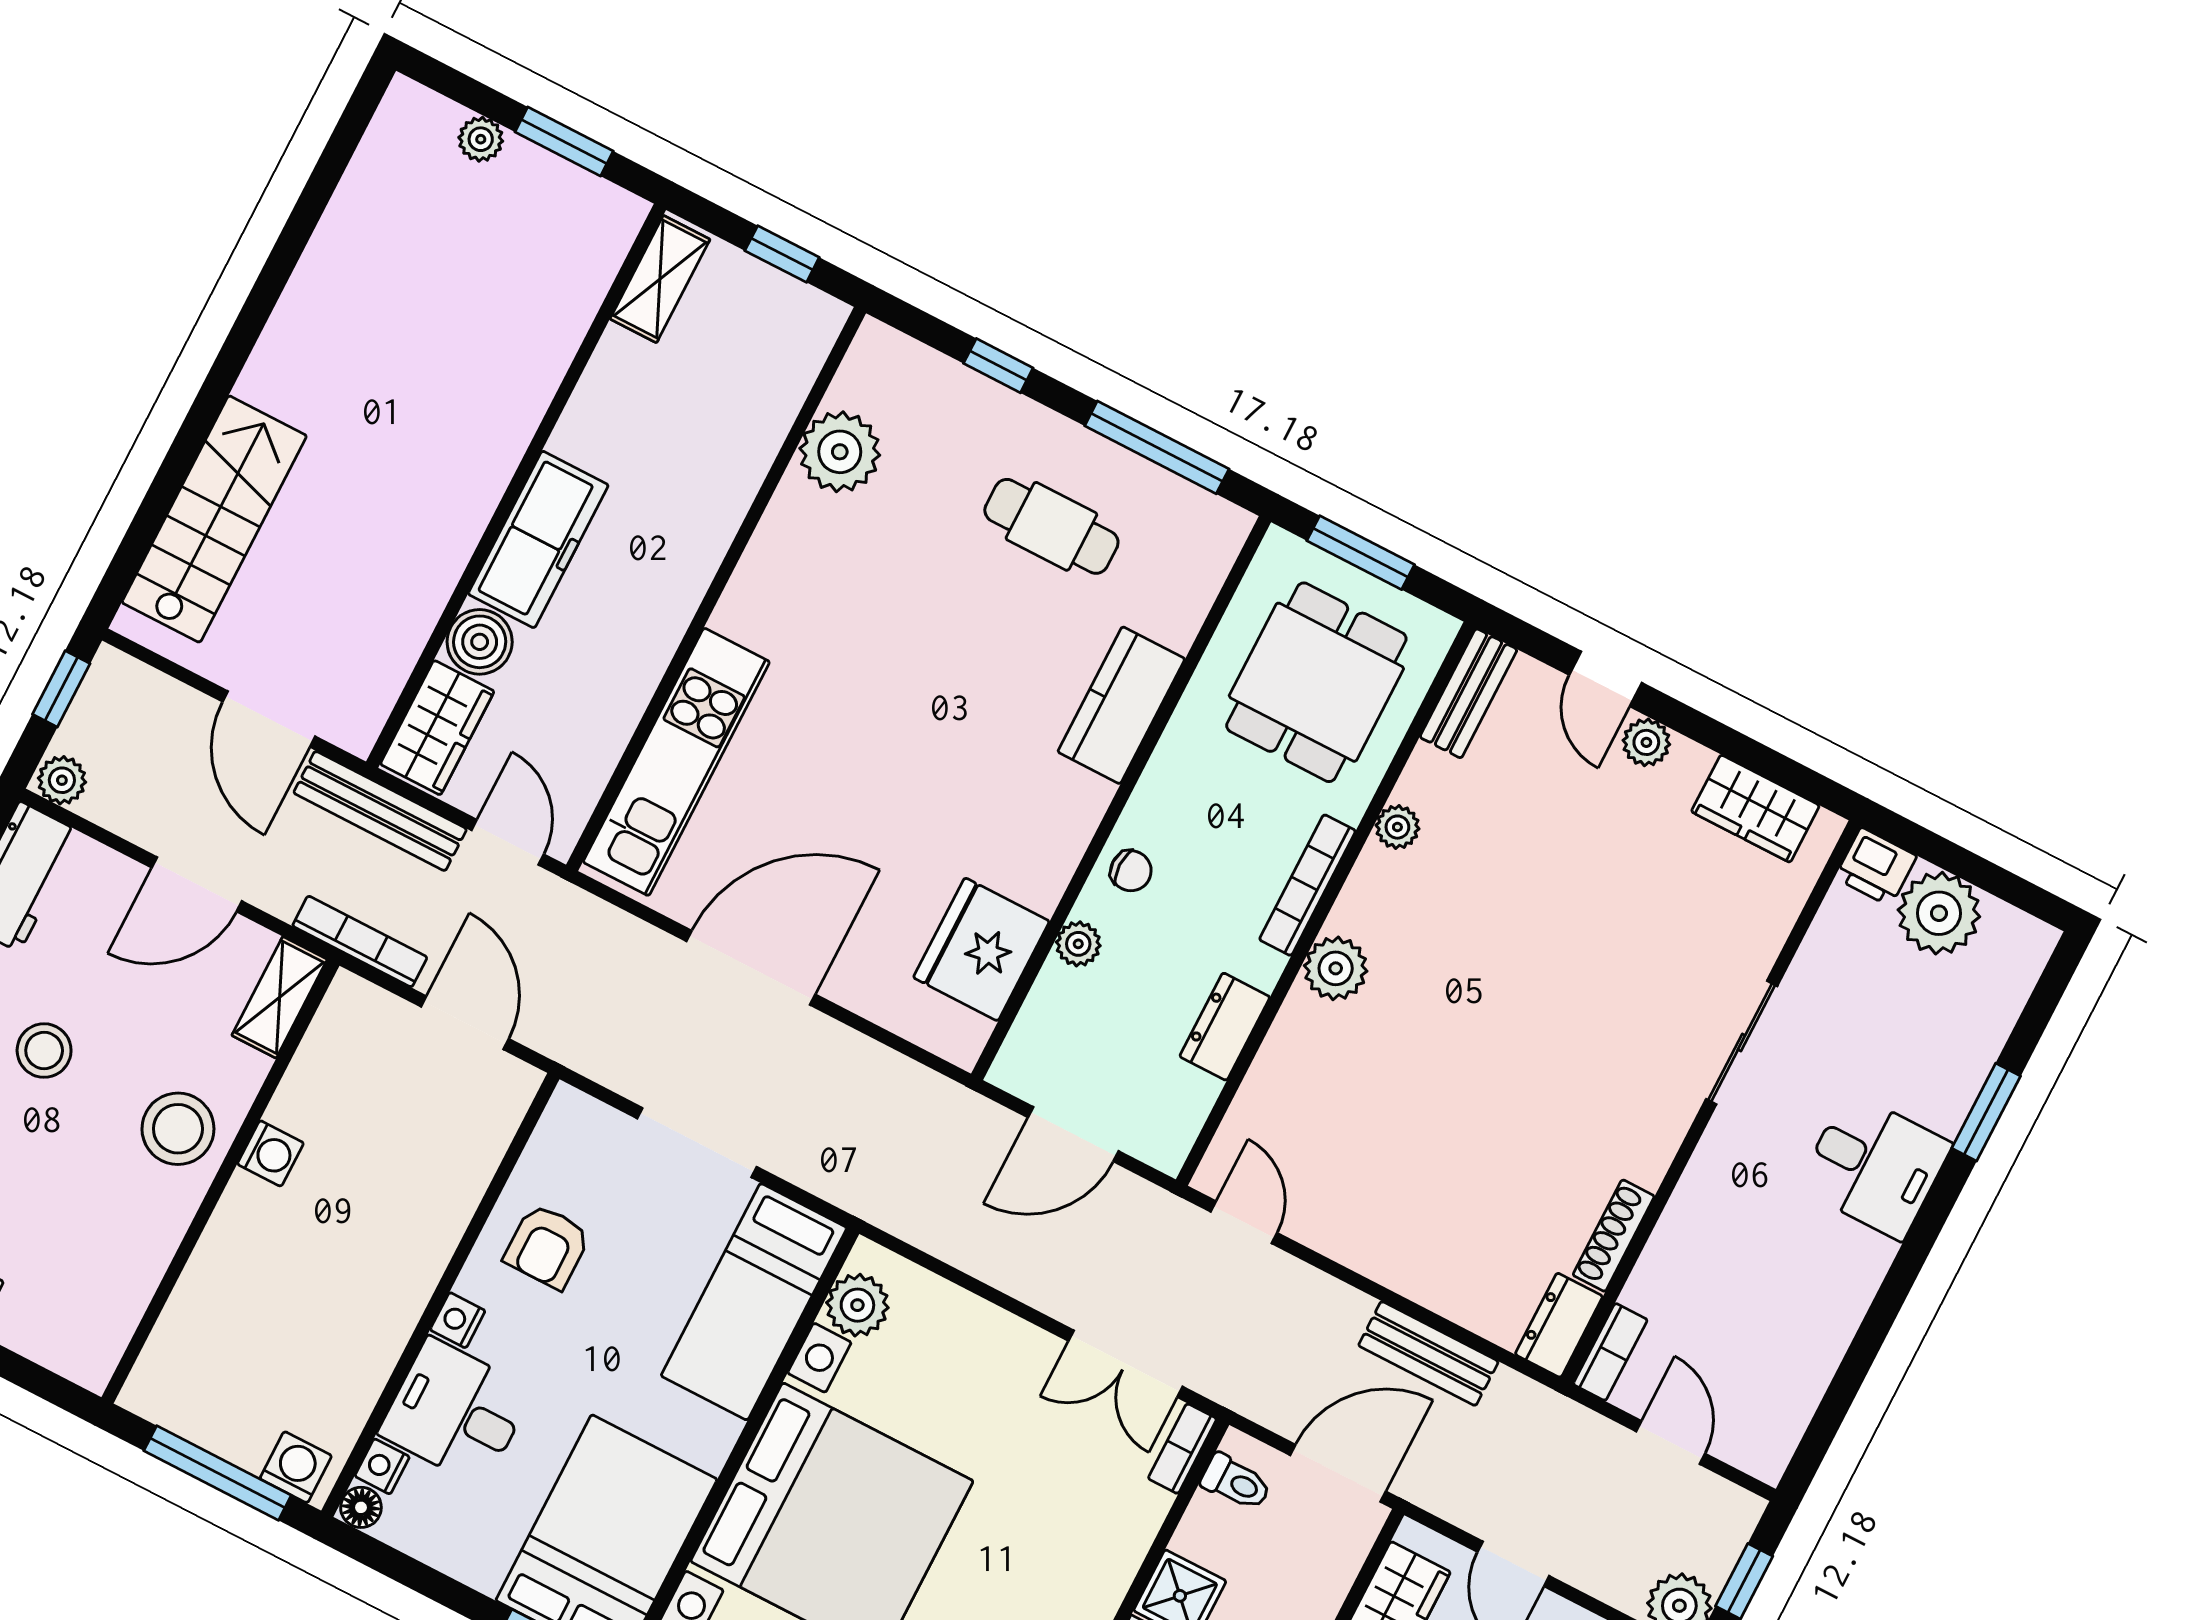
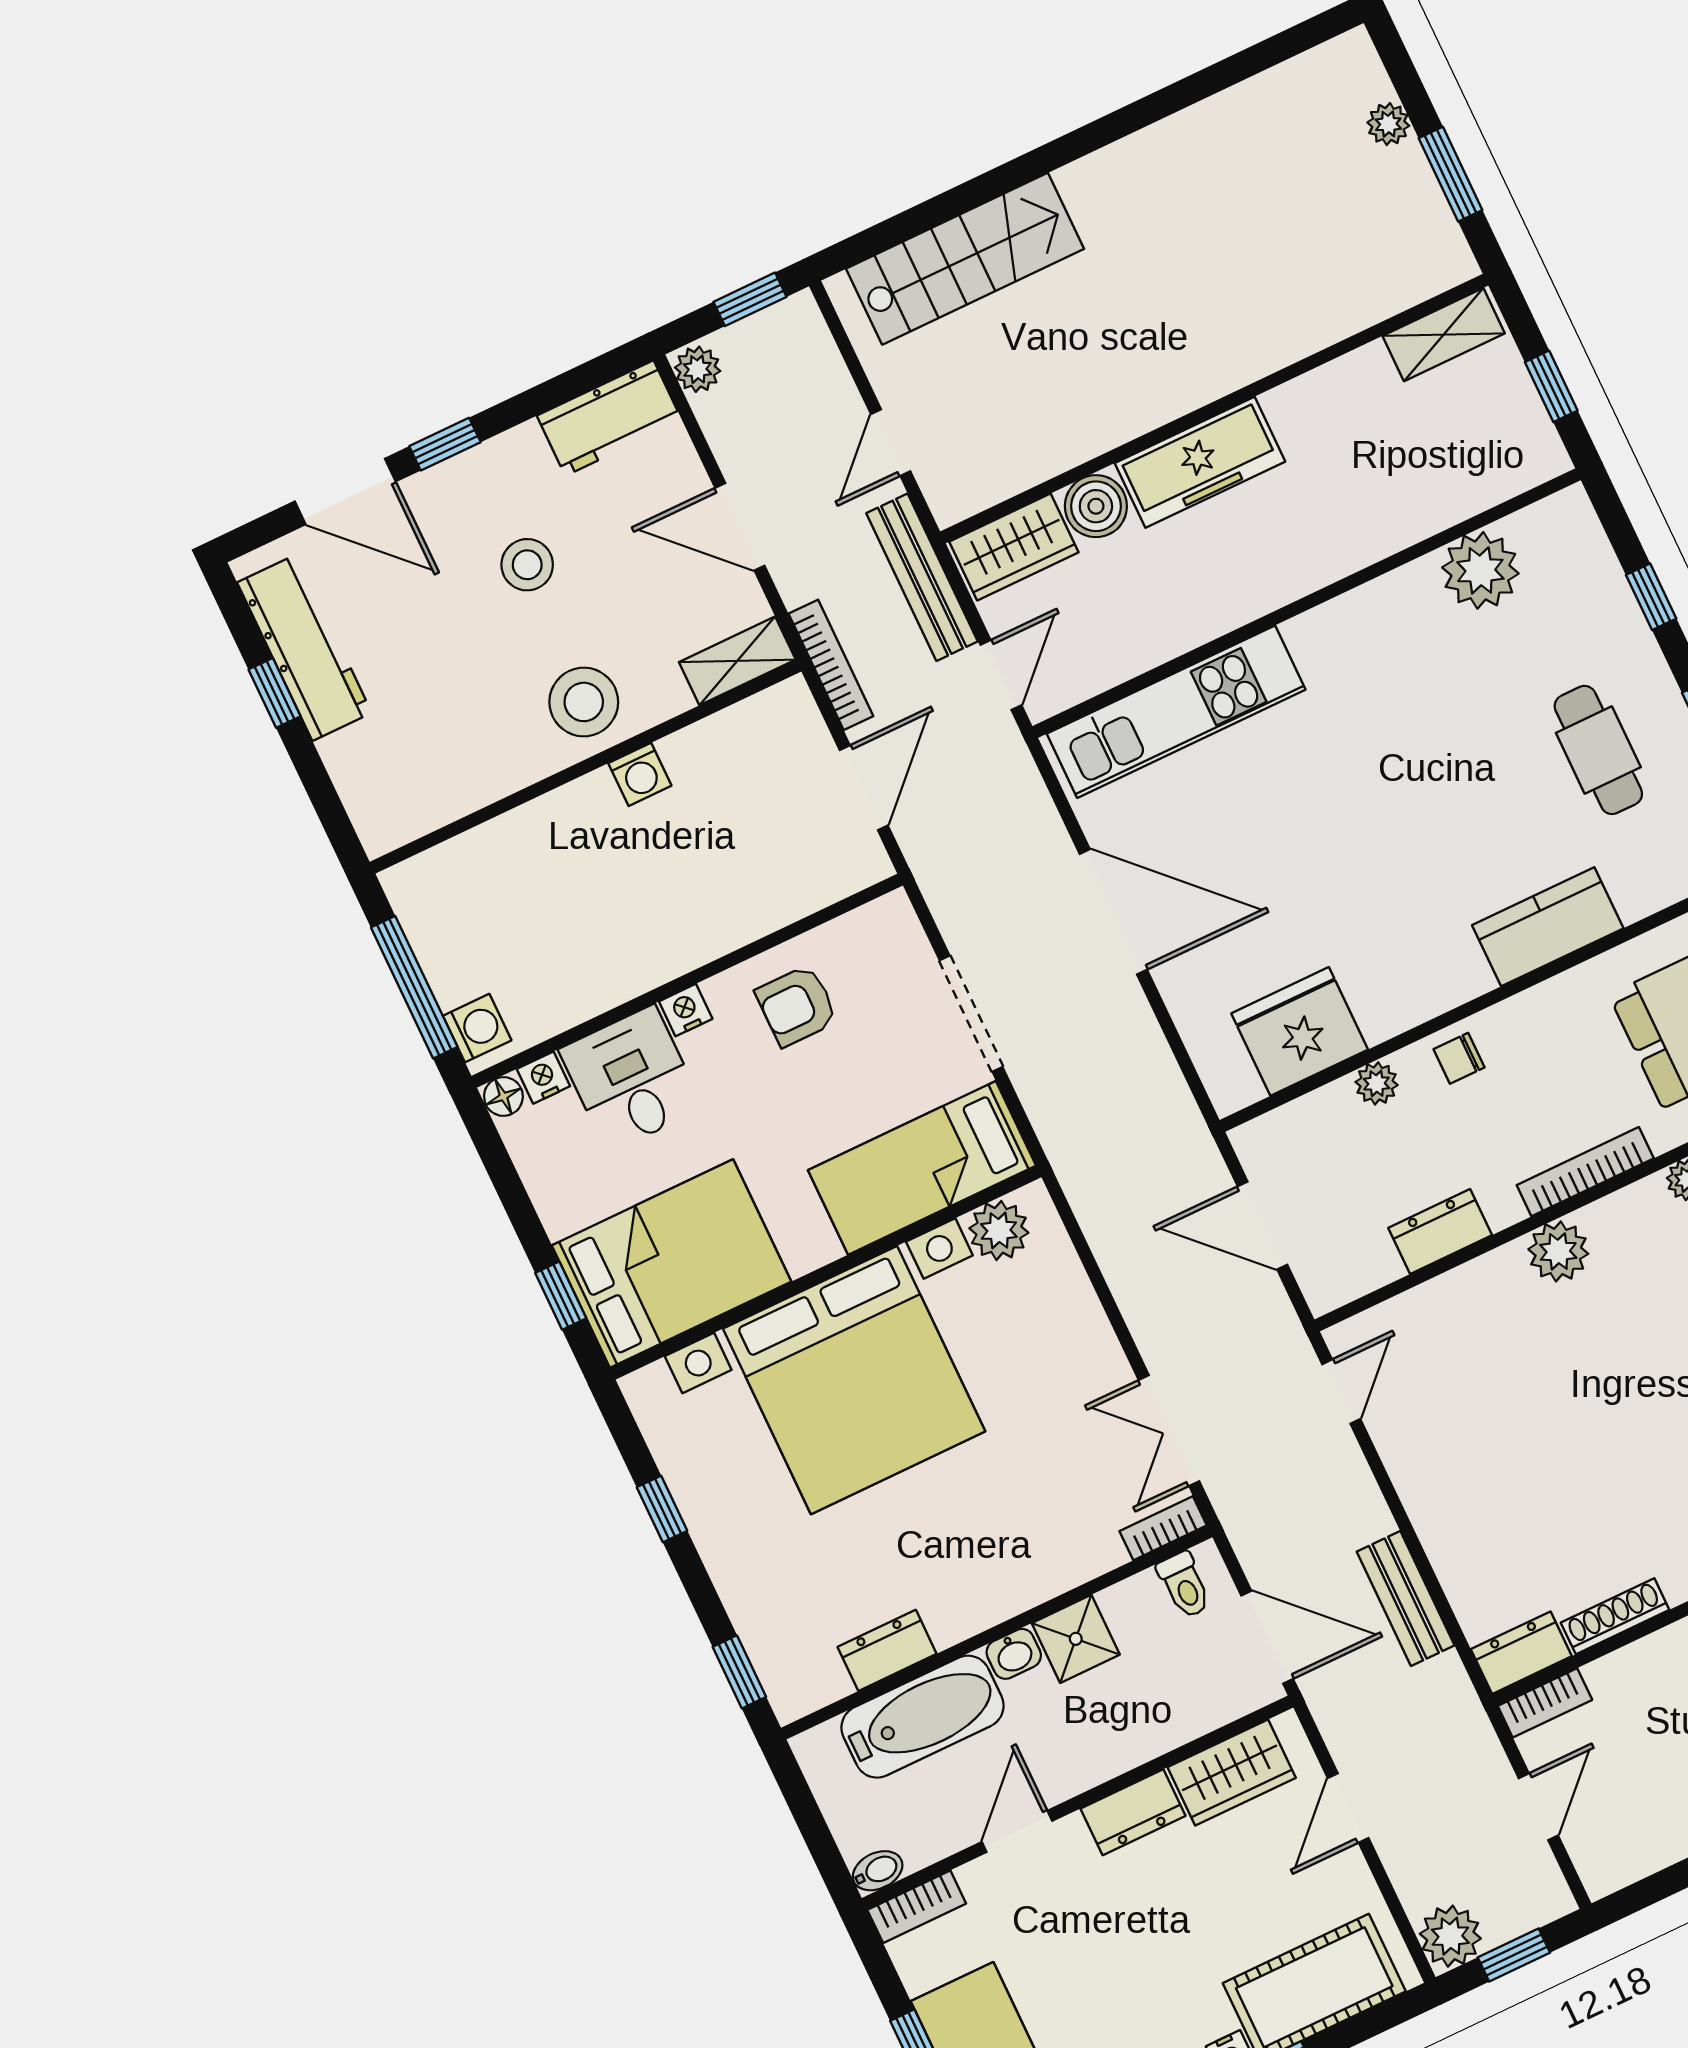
door: (269, 719) -> (891, 443), width x0.73
chair: (1131, 871) -> (1459, 1058), turned 90

